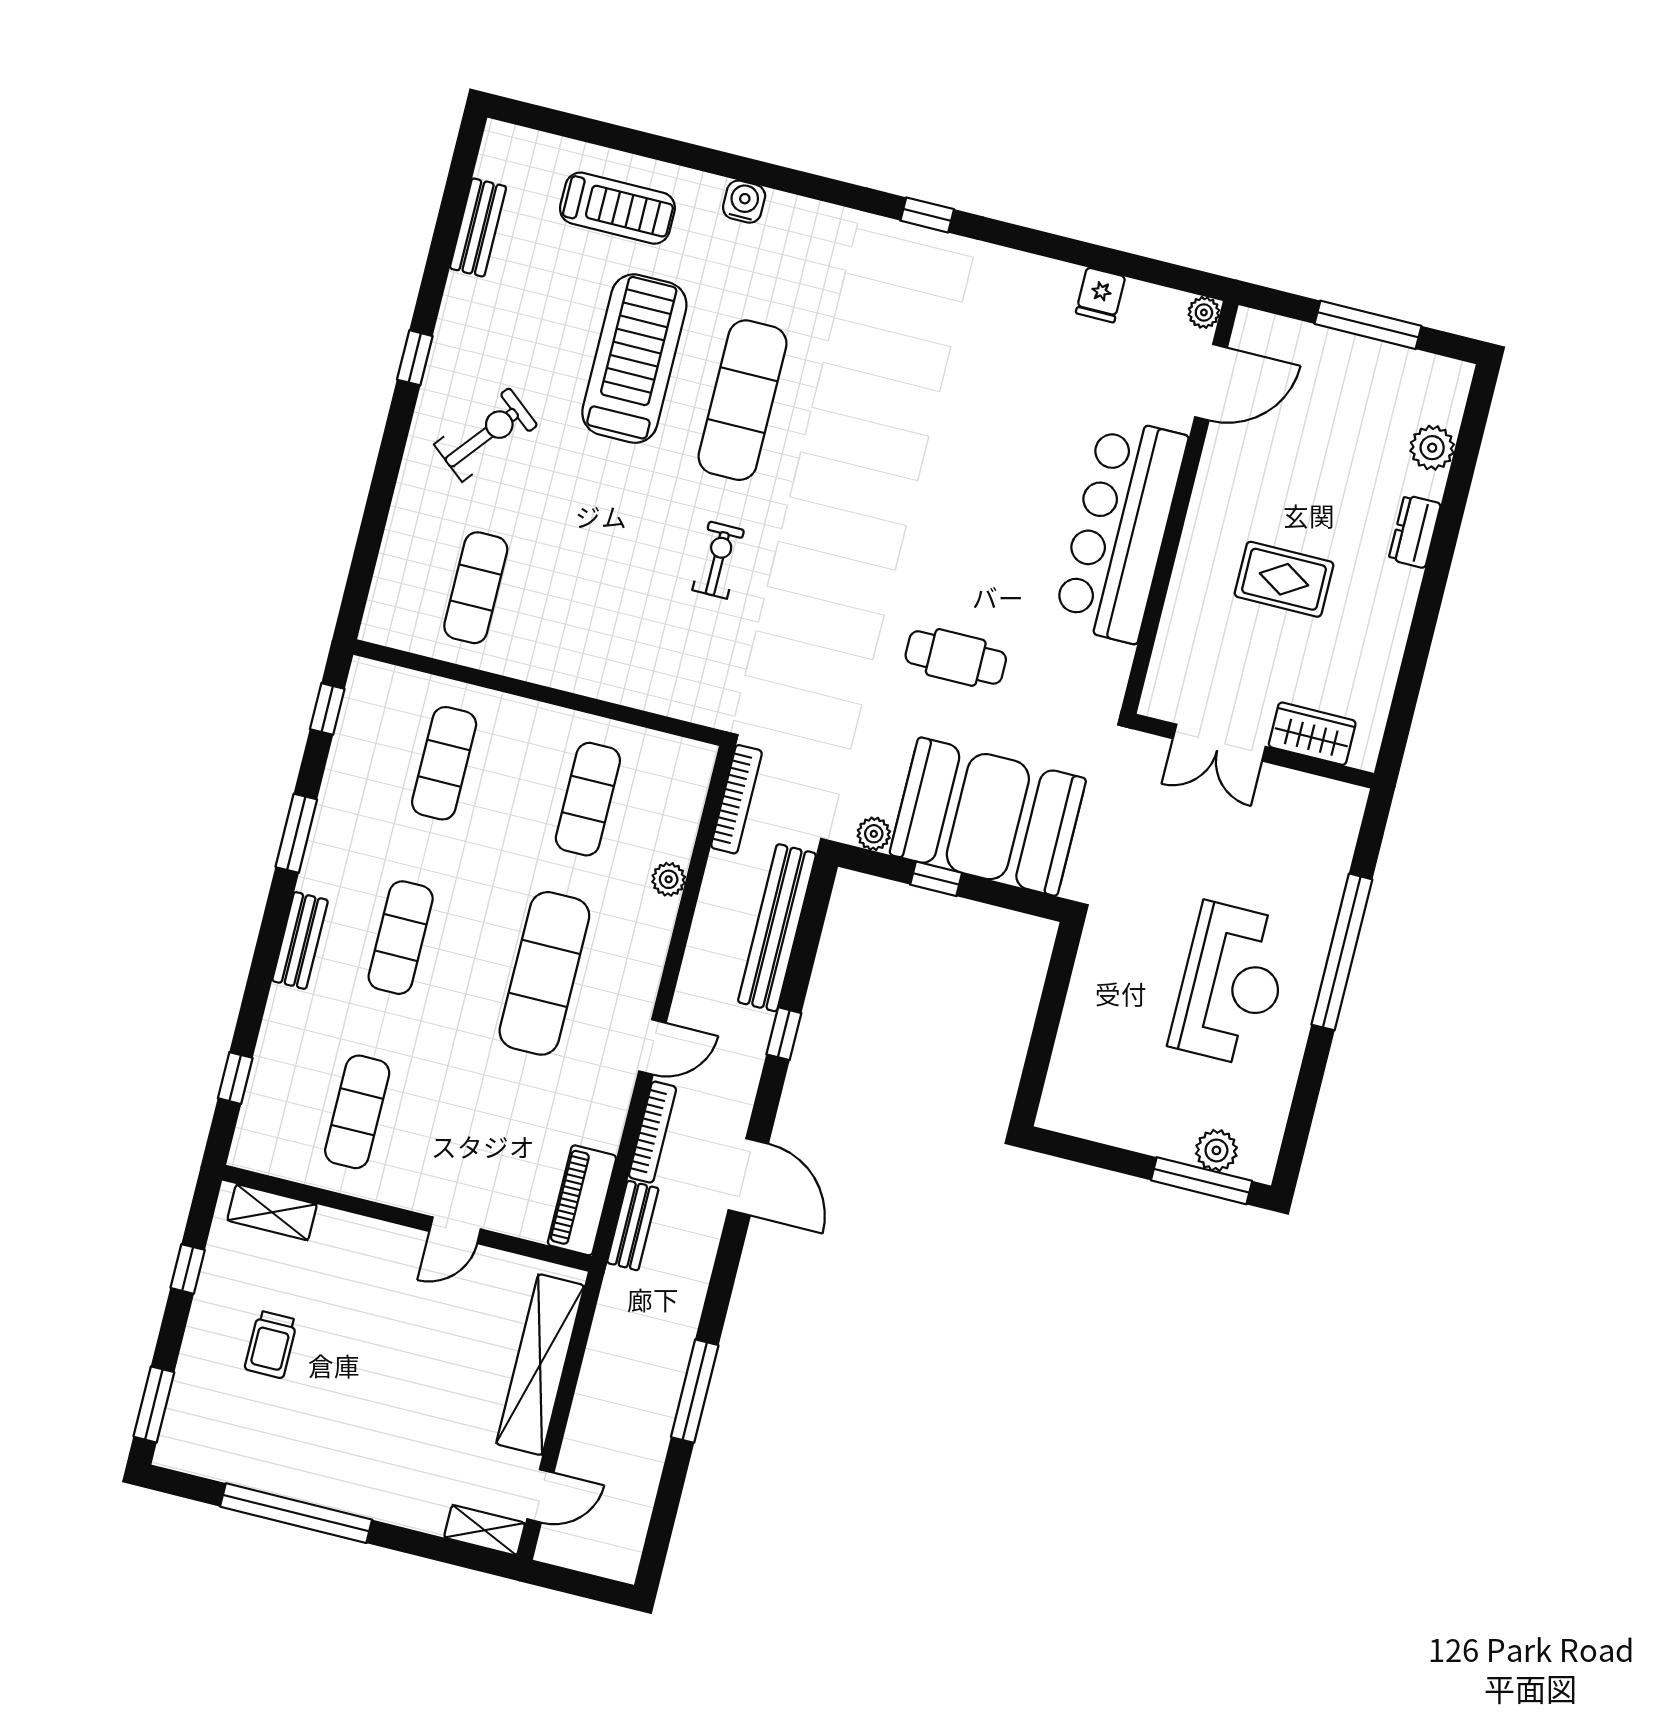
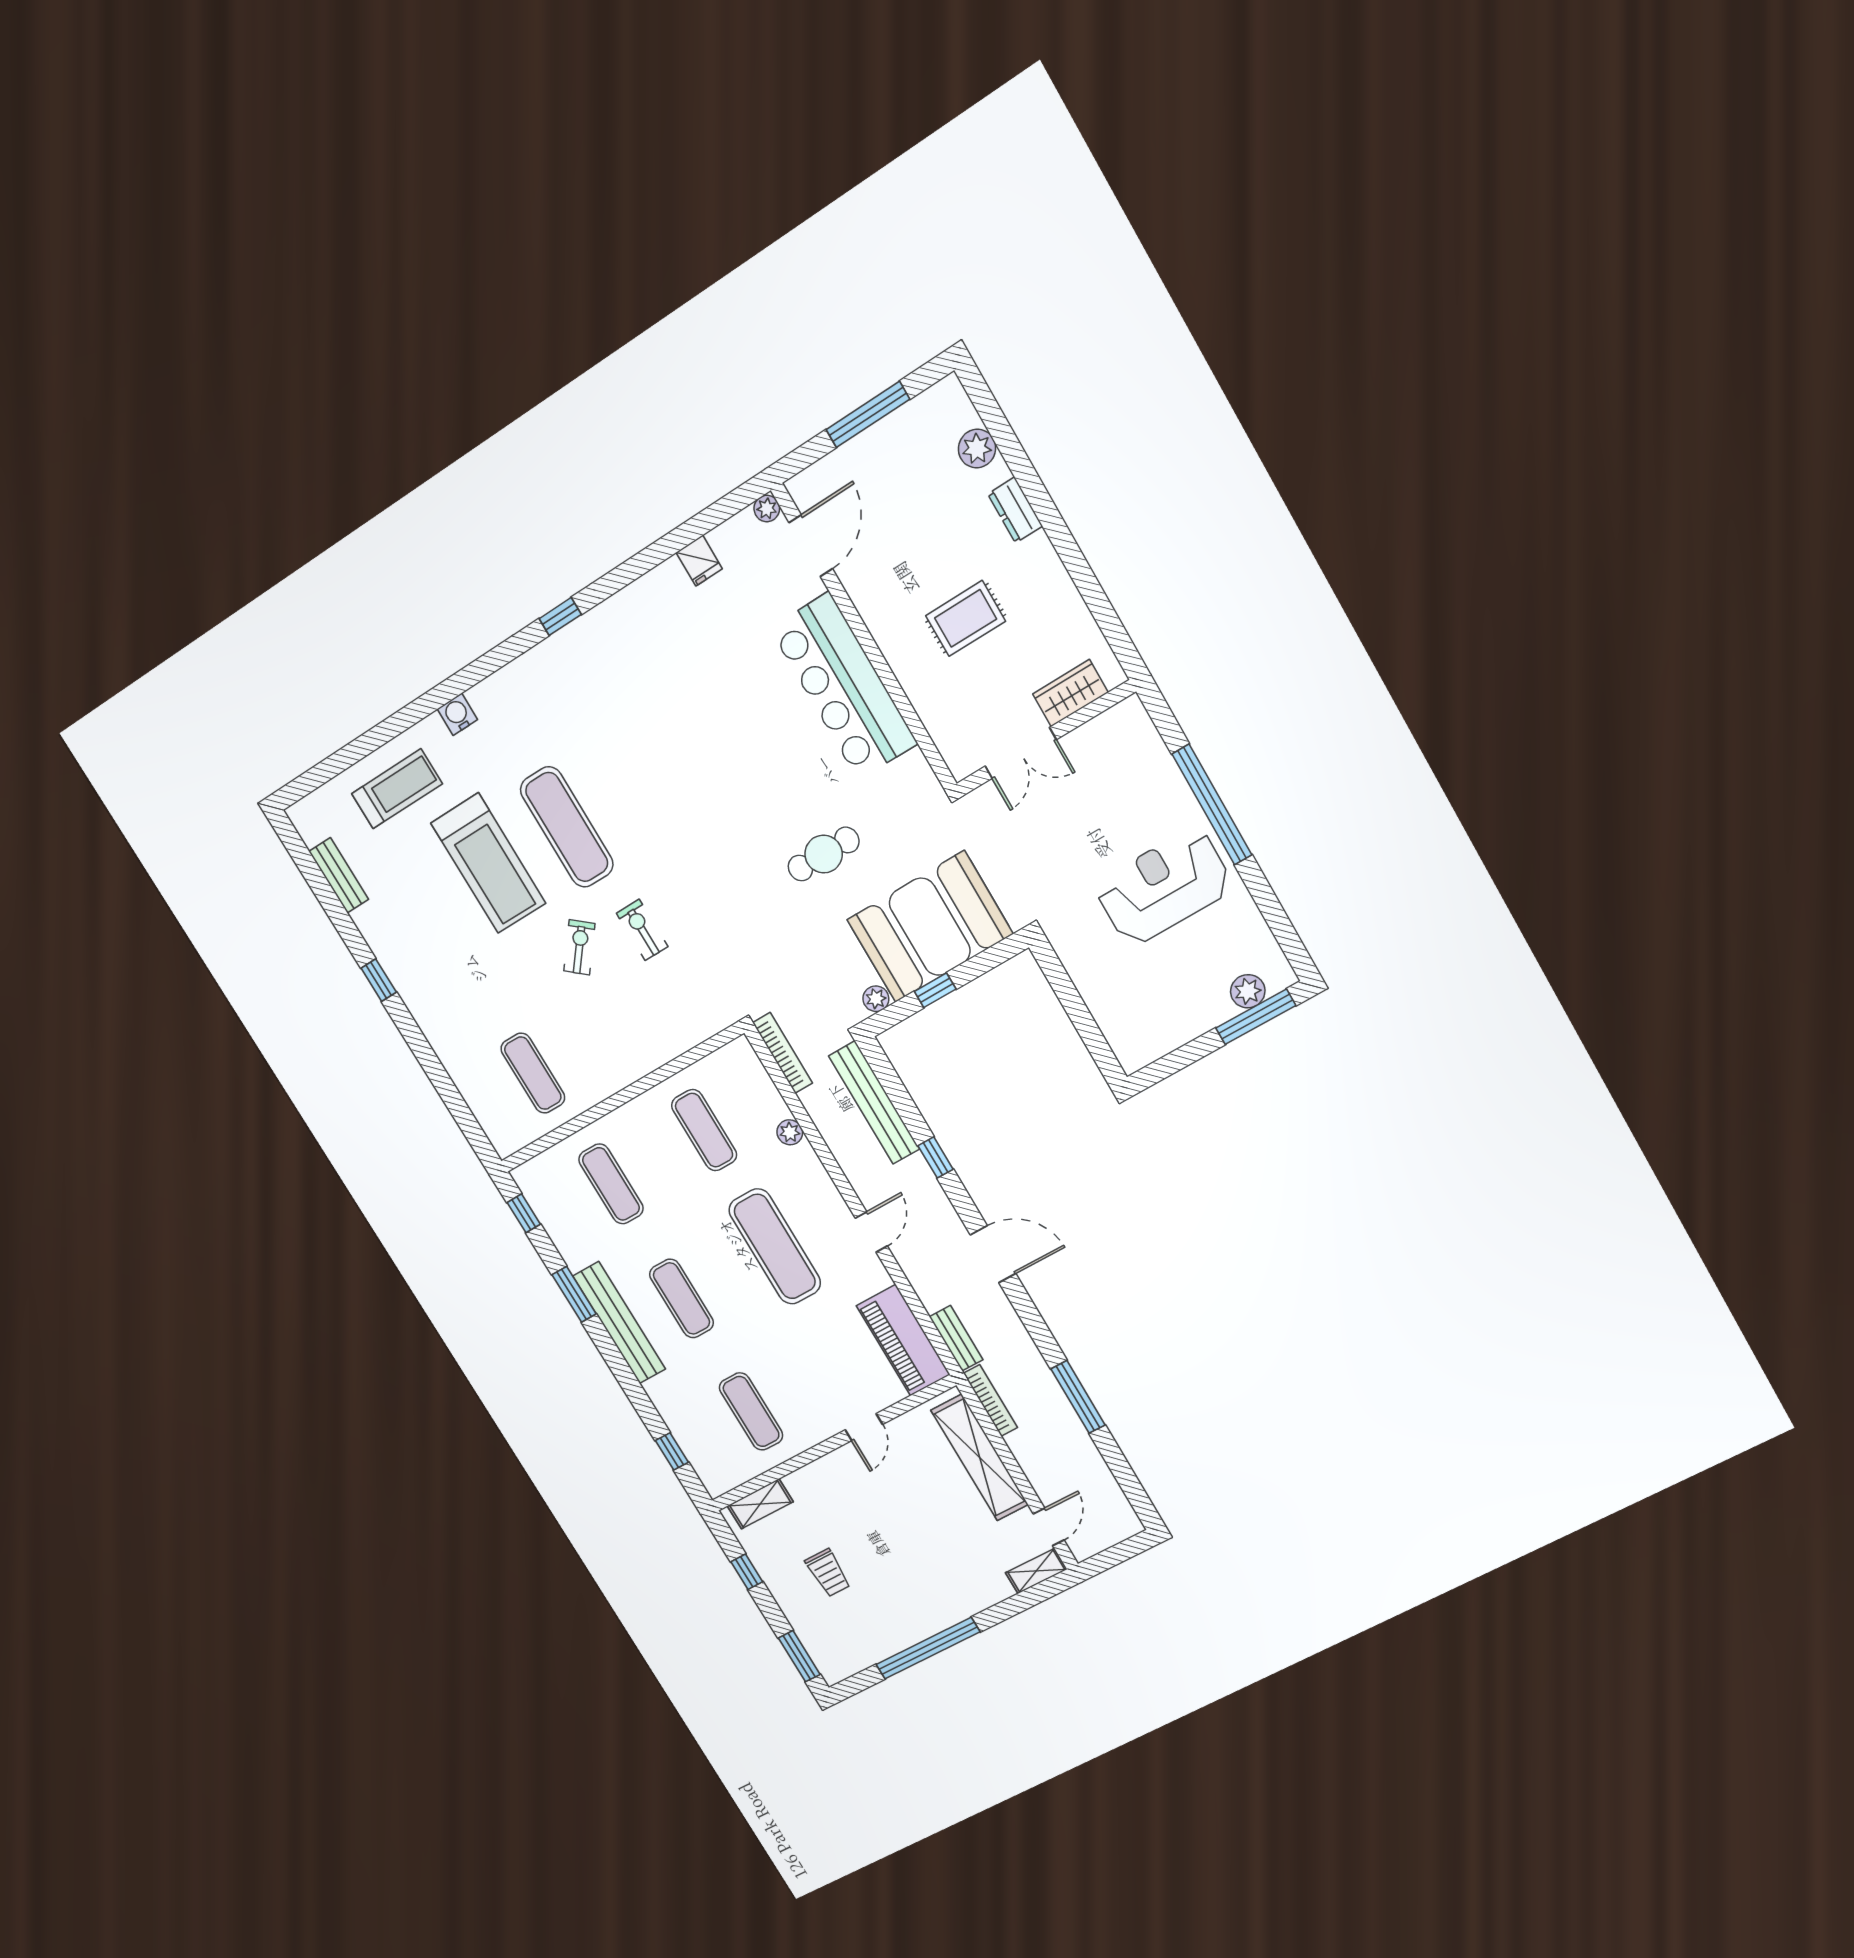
treadmill: (634, 359) -> (488, 863), turned 180
exercise bike: (486, 435) -> (579, 947), moved, width x0.73, depth x0.72
bench: (300, 940) -> (619, 1323), width x1.86, depth x1.21
reception desk: (1231, 984) -> (1164, 887), turned -90
bookcase: (653, 1132) -> (990, 1400), moved
piano: (582, 1200) -> (903, 1340), width x1.37, depth x1.33

